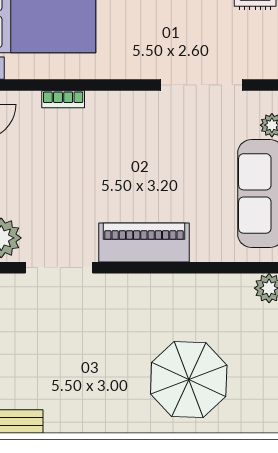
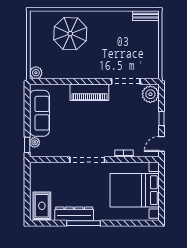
doorway: (202, 85) -> (87, 160), moved

